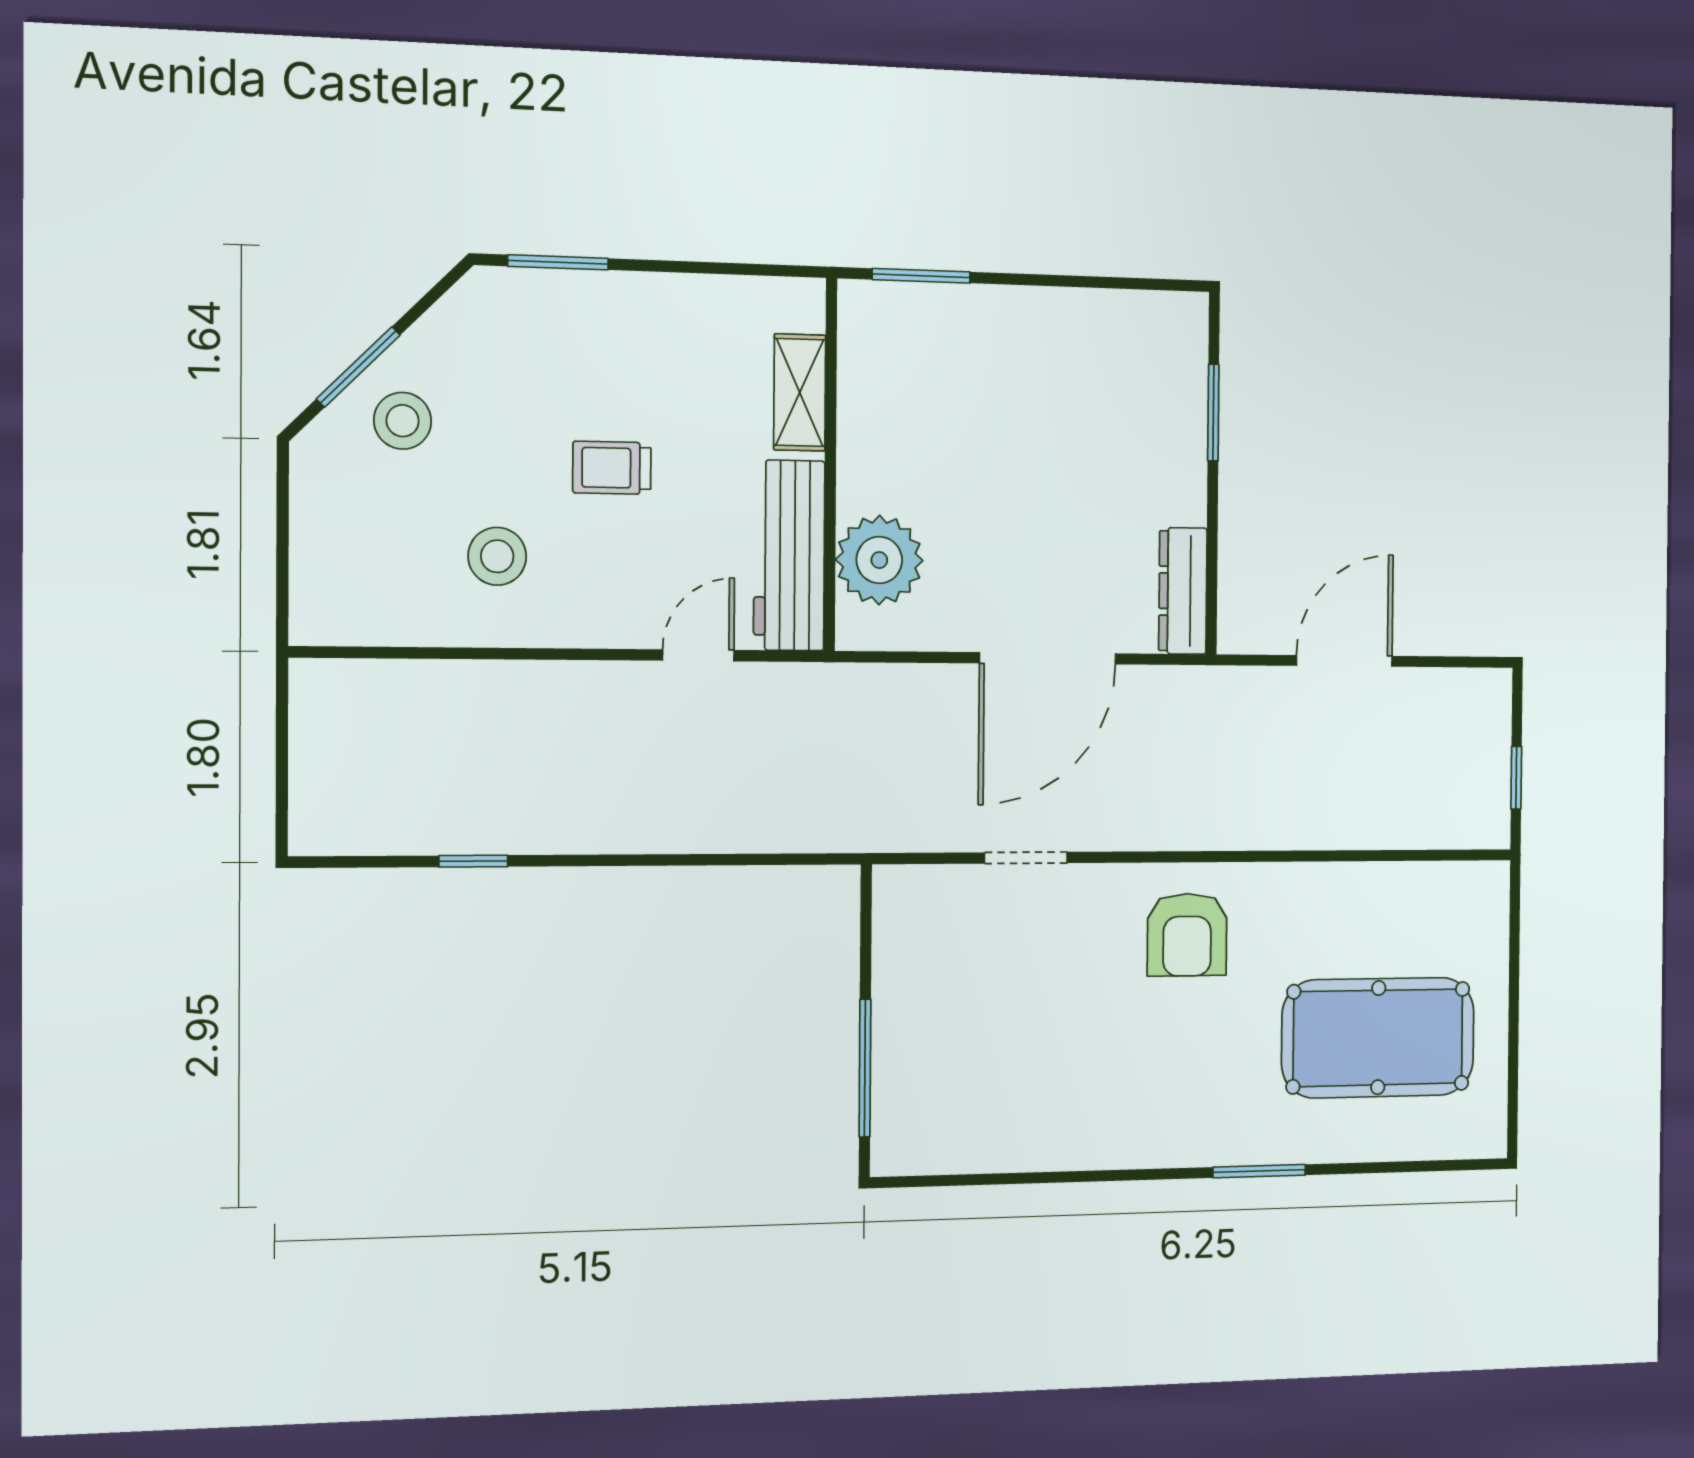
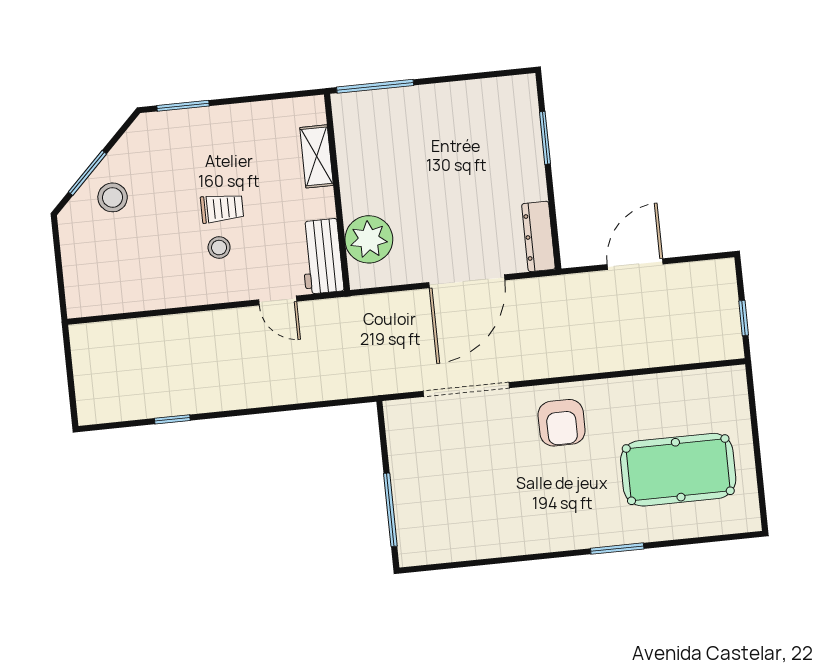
window: (921, 276) -> (375, 86), width x1.44
trolley: (612, 468) -> (222, 208), turned 180
workbench: (789, 555) -> (322, 256), width x0.73
stool: (497, 556) -> (219, 248), moved, width x0.73, depth x0.73
door: (698, 655) -> (278, 300), swing flipped
doorway: (1026, 858) -> (466, 390), width x1.88

